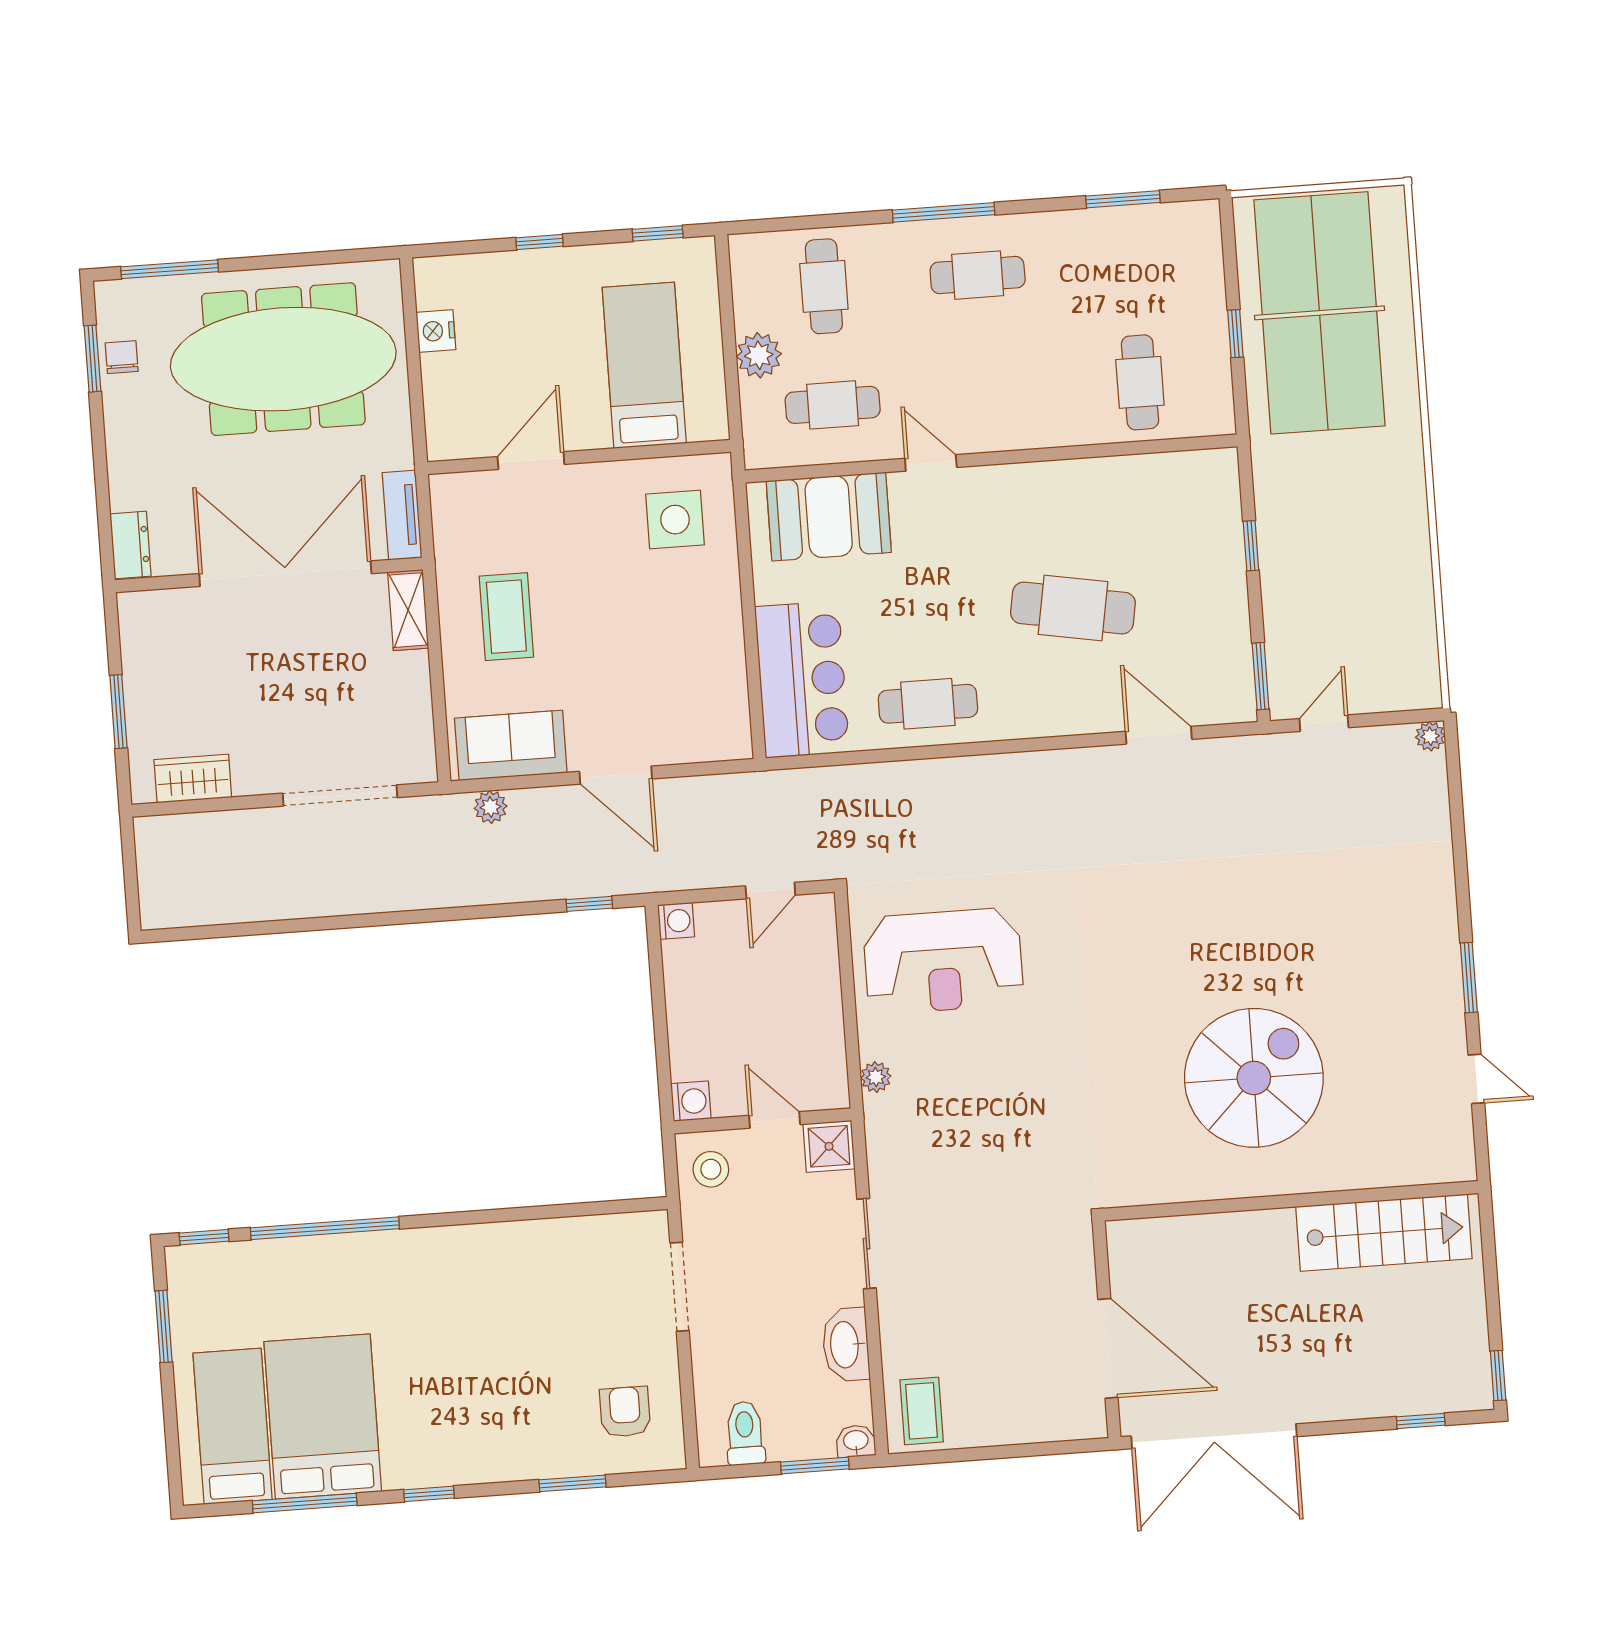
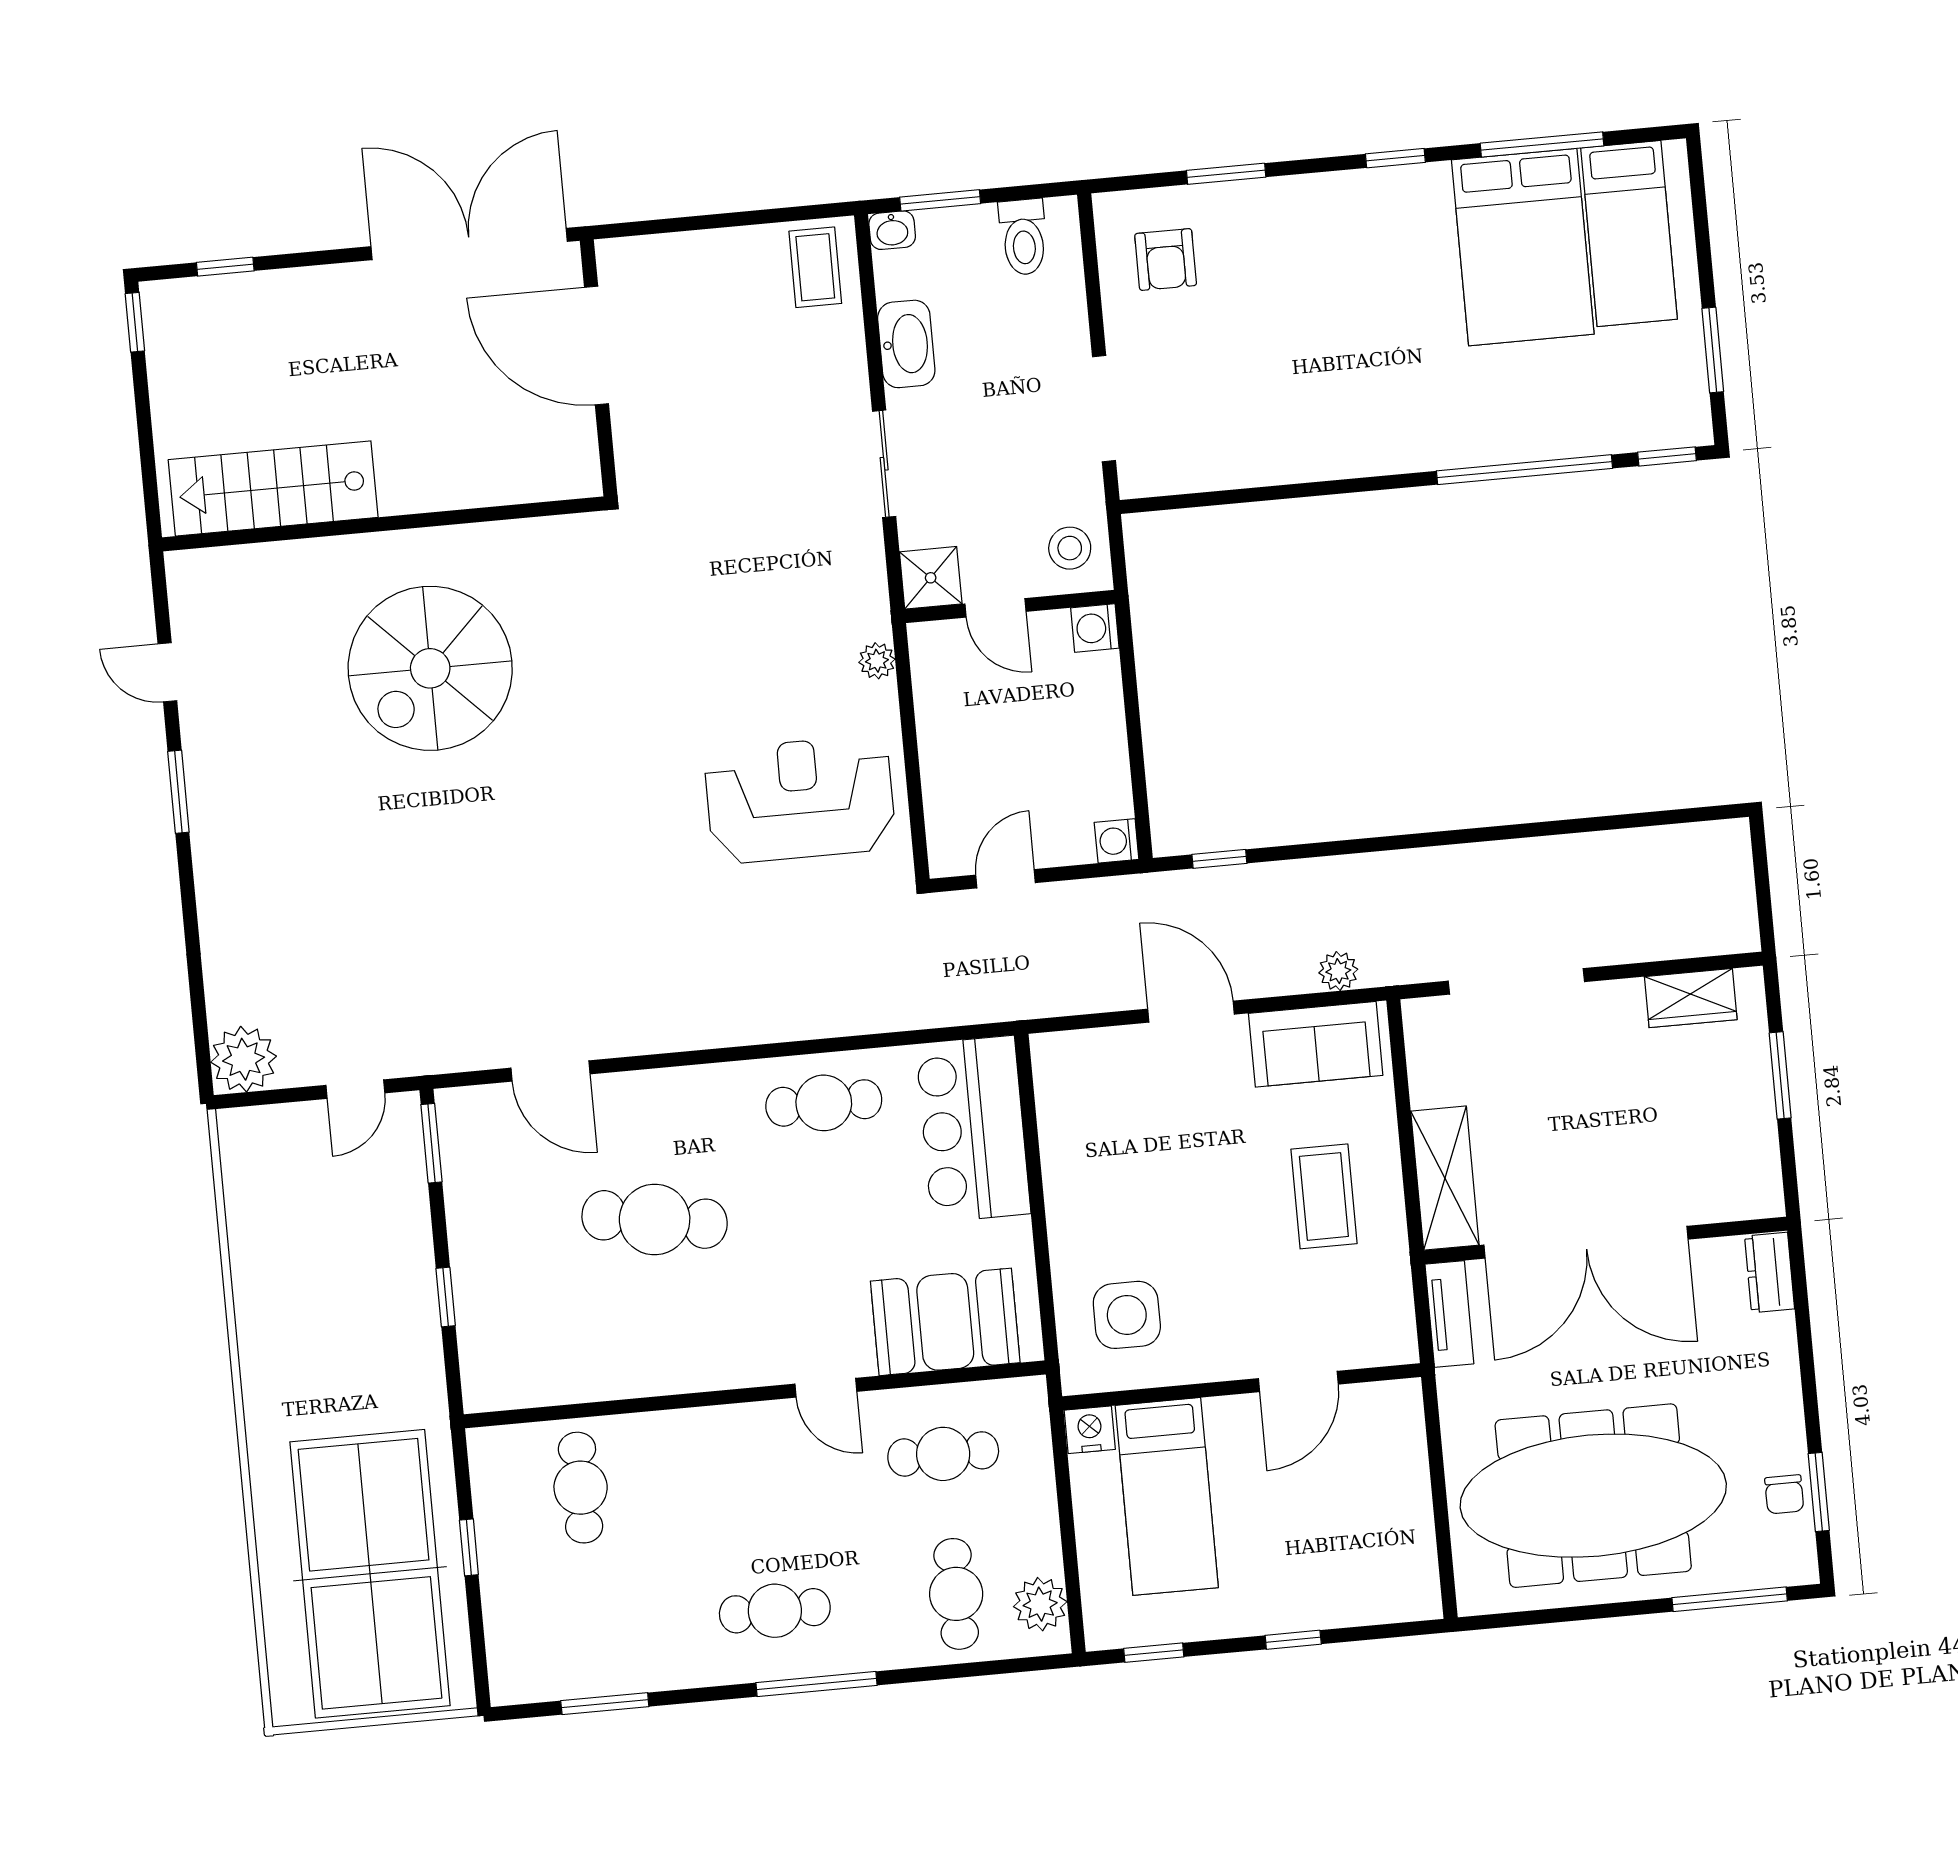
nightstand: (436, 331) -> (1090, 1430), moved, turned -90
plant: (759, 355) -> (1040, 1604), moved
shelving: (408, 610) -> (1445, 1178), width x1.50, depth x1.33
plant: (1430, 736) -> (244, 1059), width x1.88, depth x1.88

